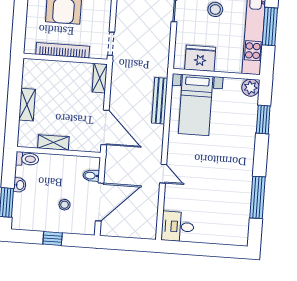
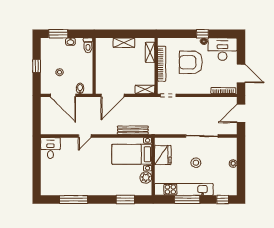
plant: (251, 88) -> (146, 178), moved
shelving: (53, 142) -> (150, 52), moved

